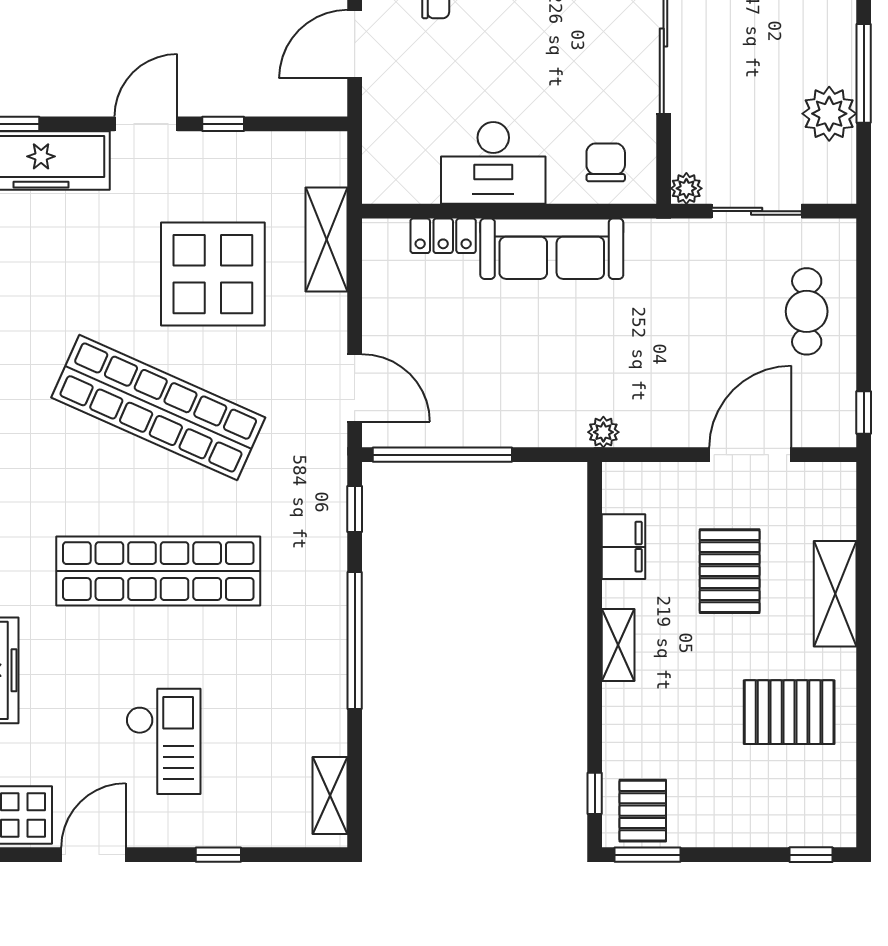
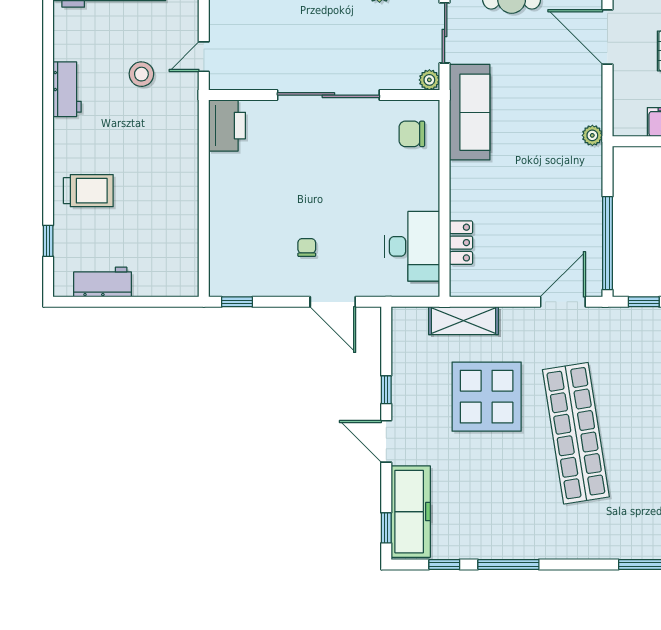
desk: (493, 163) -> (412, 246), moved
sofa: (552, 249) -> (470, 112), moved
shop shelf: (158, 407) -> (576, 433), turned -33

